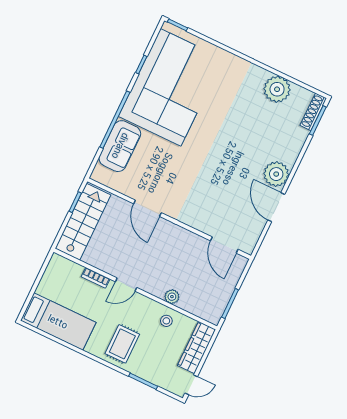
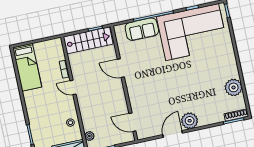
door: (147, 208) -> (121, 68), hinge flipped
door: (224, 245) -> (132, 122), hinge flipped
plant: (172, 297) -> (89, 136), moved
rug: (122, 344) -> (41, 109), removed

